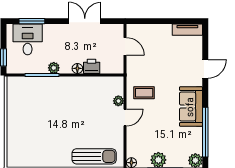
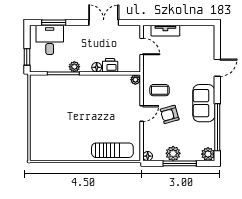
tv unit: (187, 30) -> (165, 31), moved
plant: (118, 101) -> (135, 80), moved
armchair: (155, 118) -> (170, 114), added

